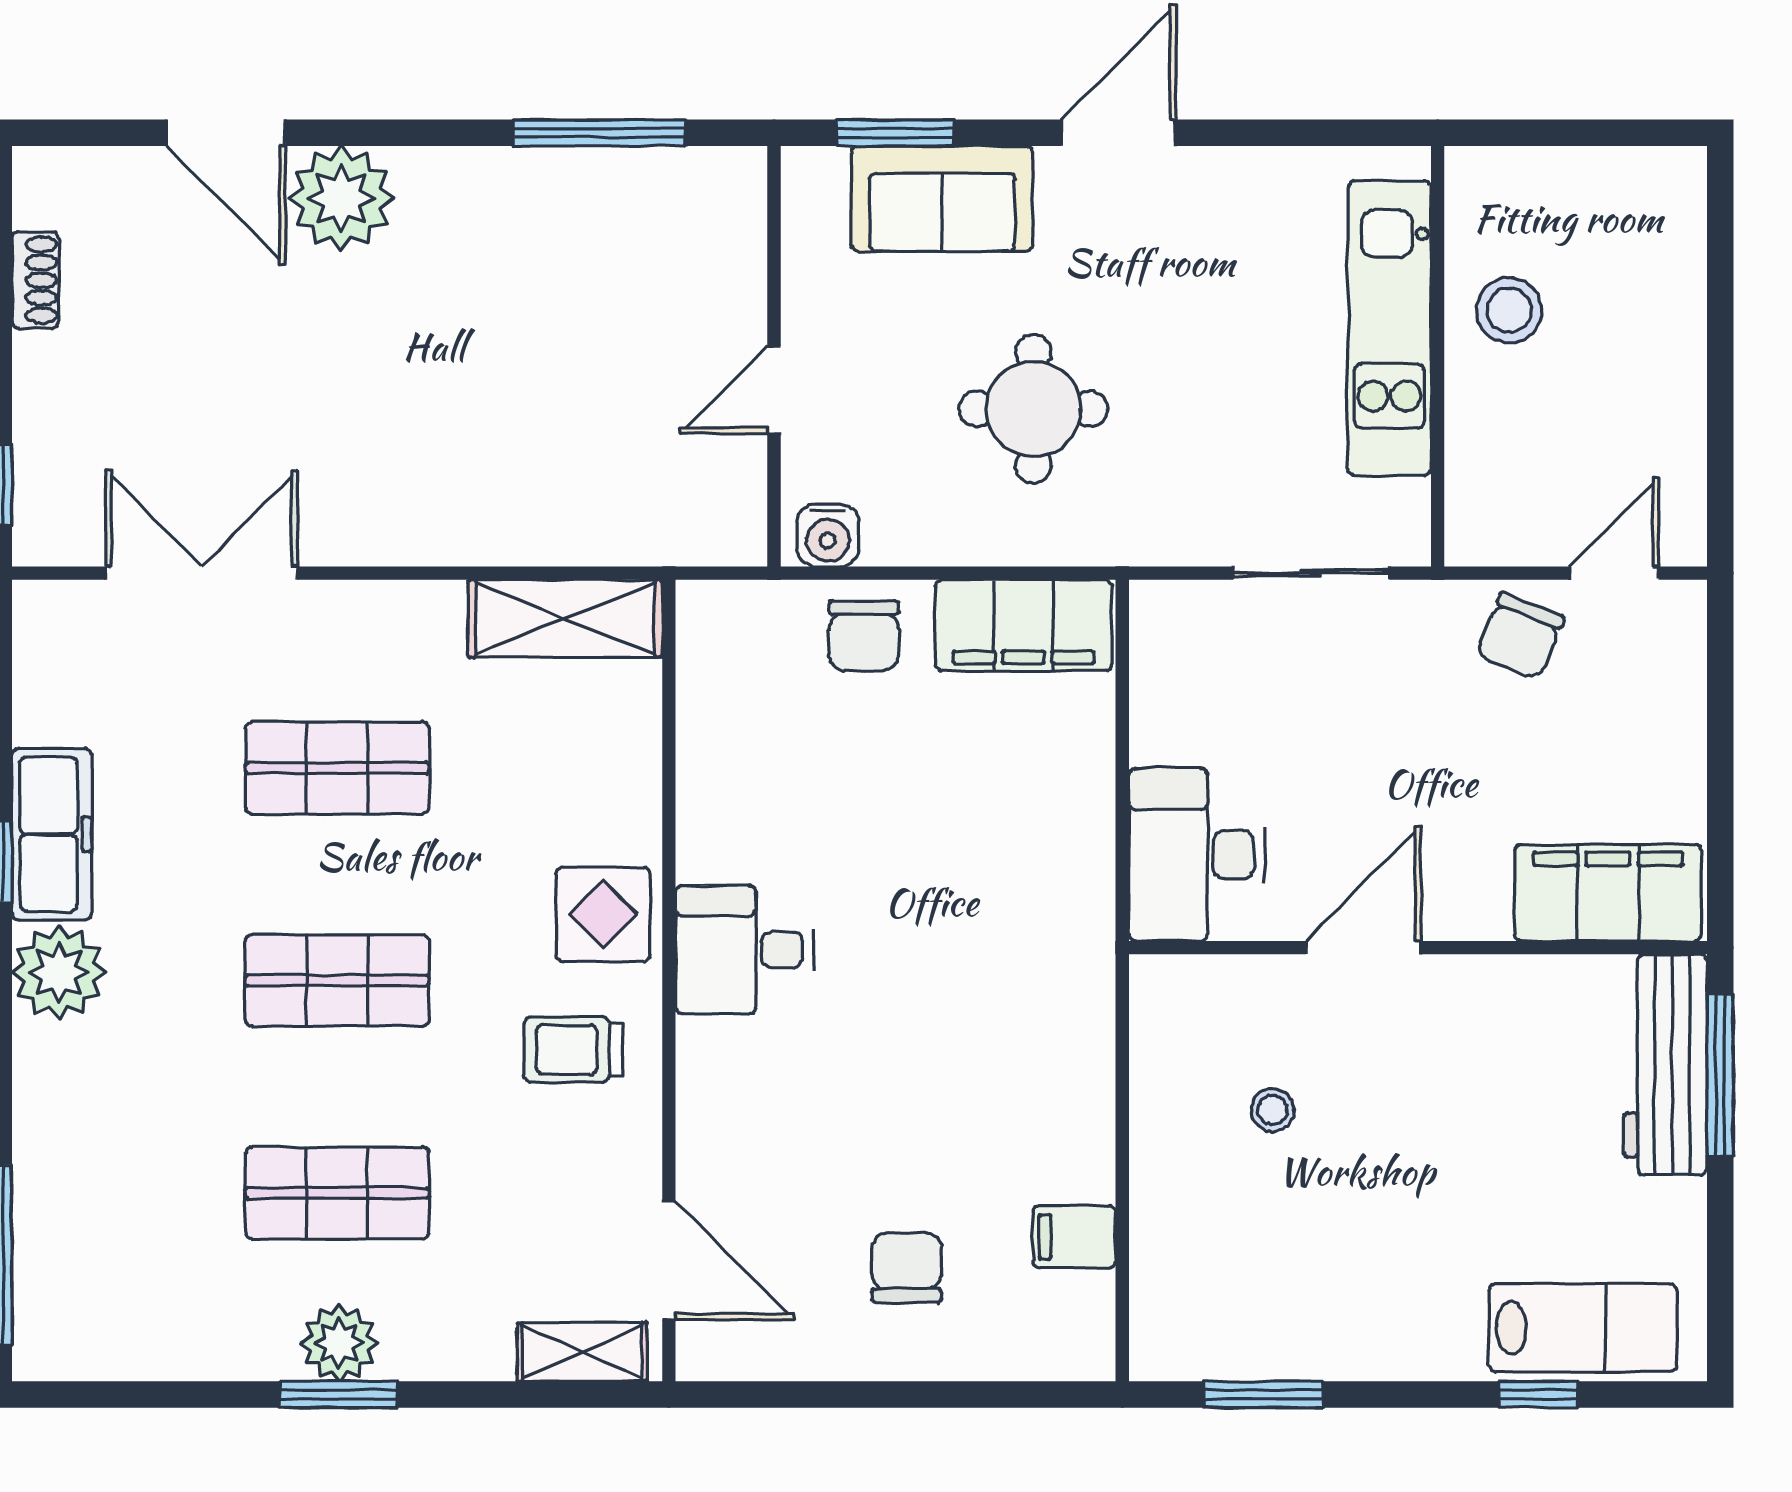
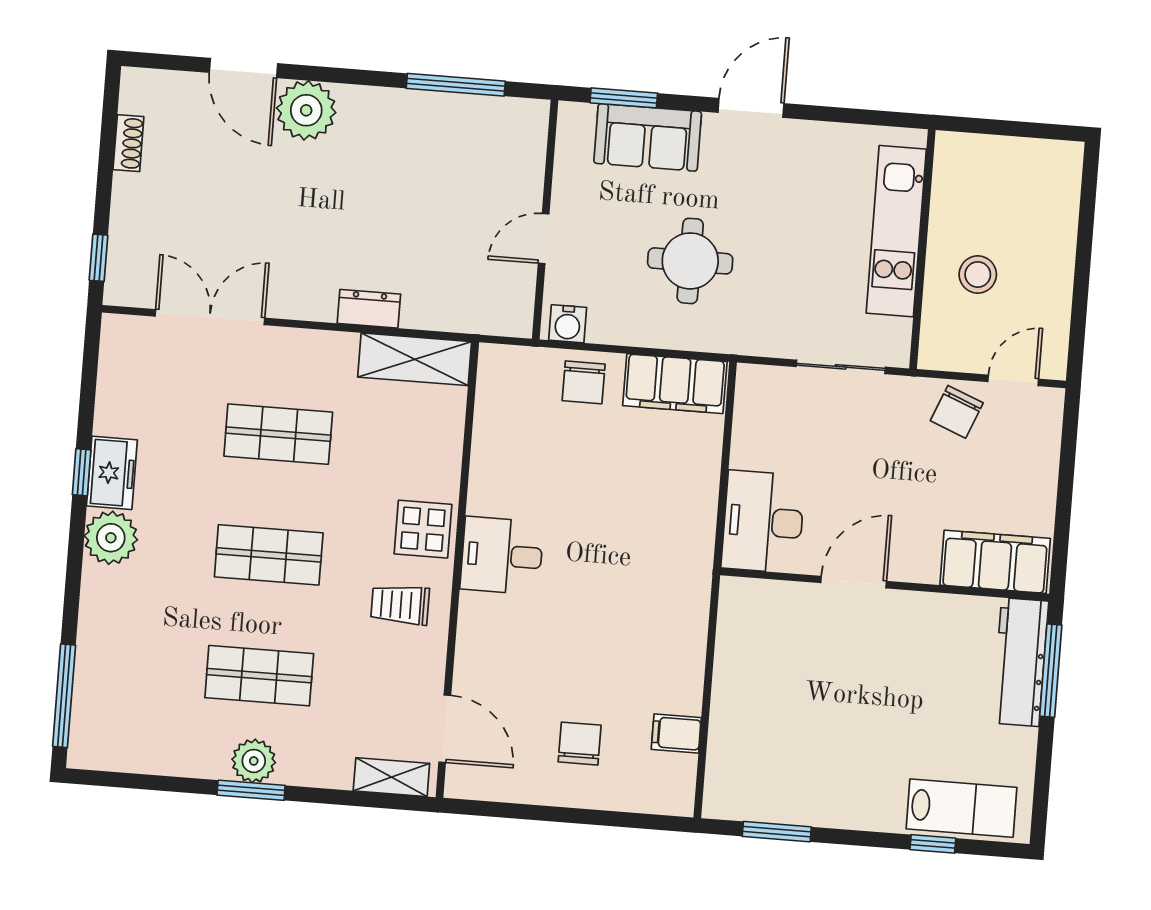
stool: (1509, 310) -> (978, 275), moved
dresser: (478, 536) -> (369, 309), added
freezer: (52, 834) -> (112, 473), width x0.71
stool: (1273, 1110) -> (795, 670), removed

